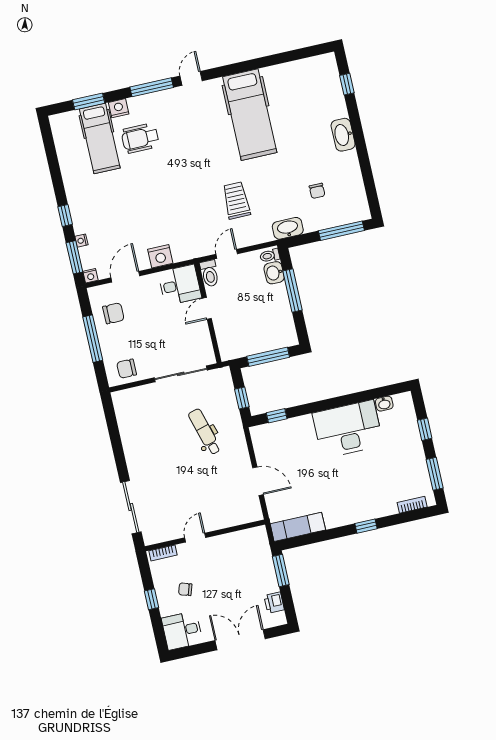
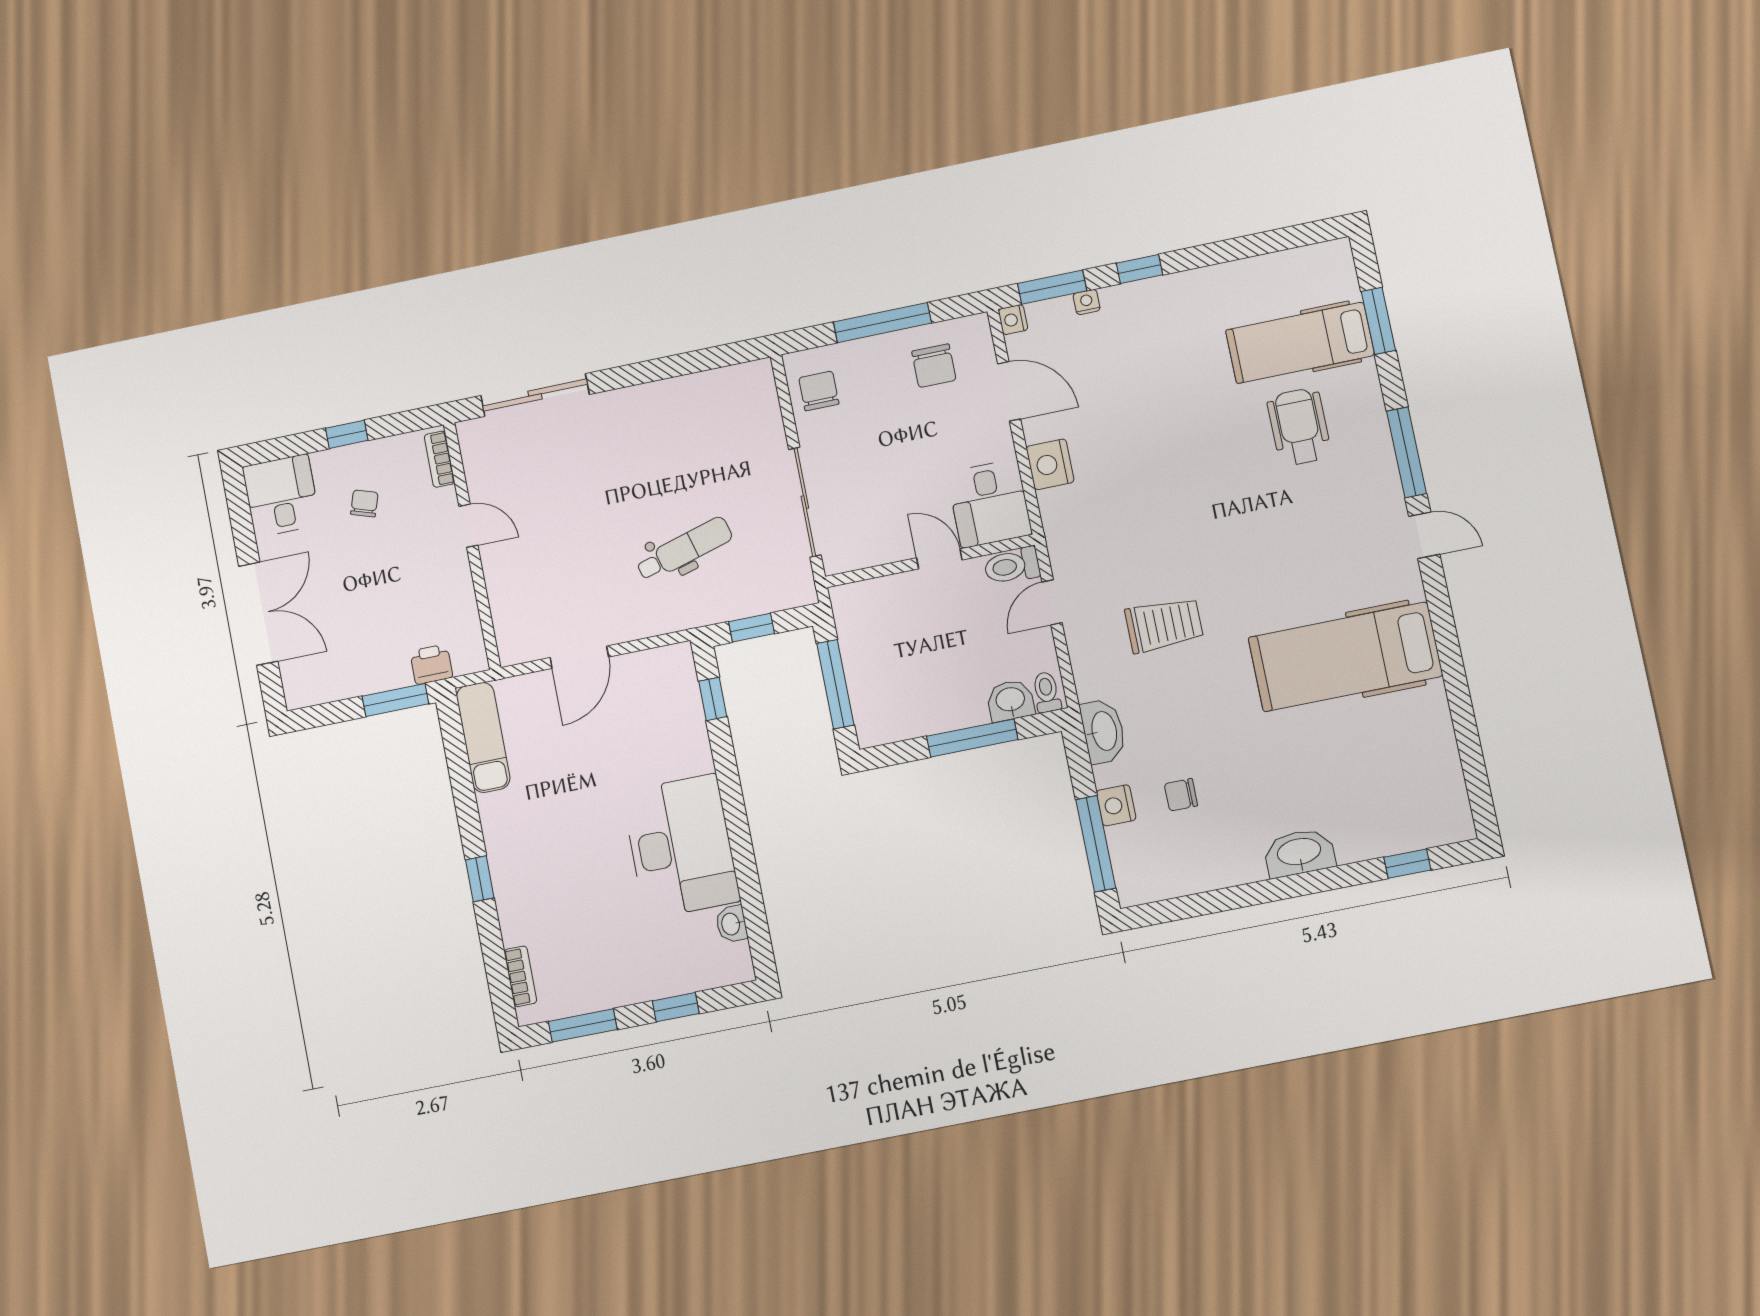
nightstand: (119, 108) -> (1116, 805), moved, turned 180
door: (227, 254) -> (1052, 602), swing flipped
printer: (274, 603) -> (431, 664), moved

